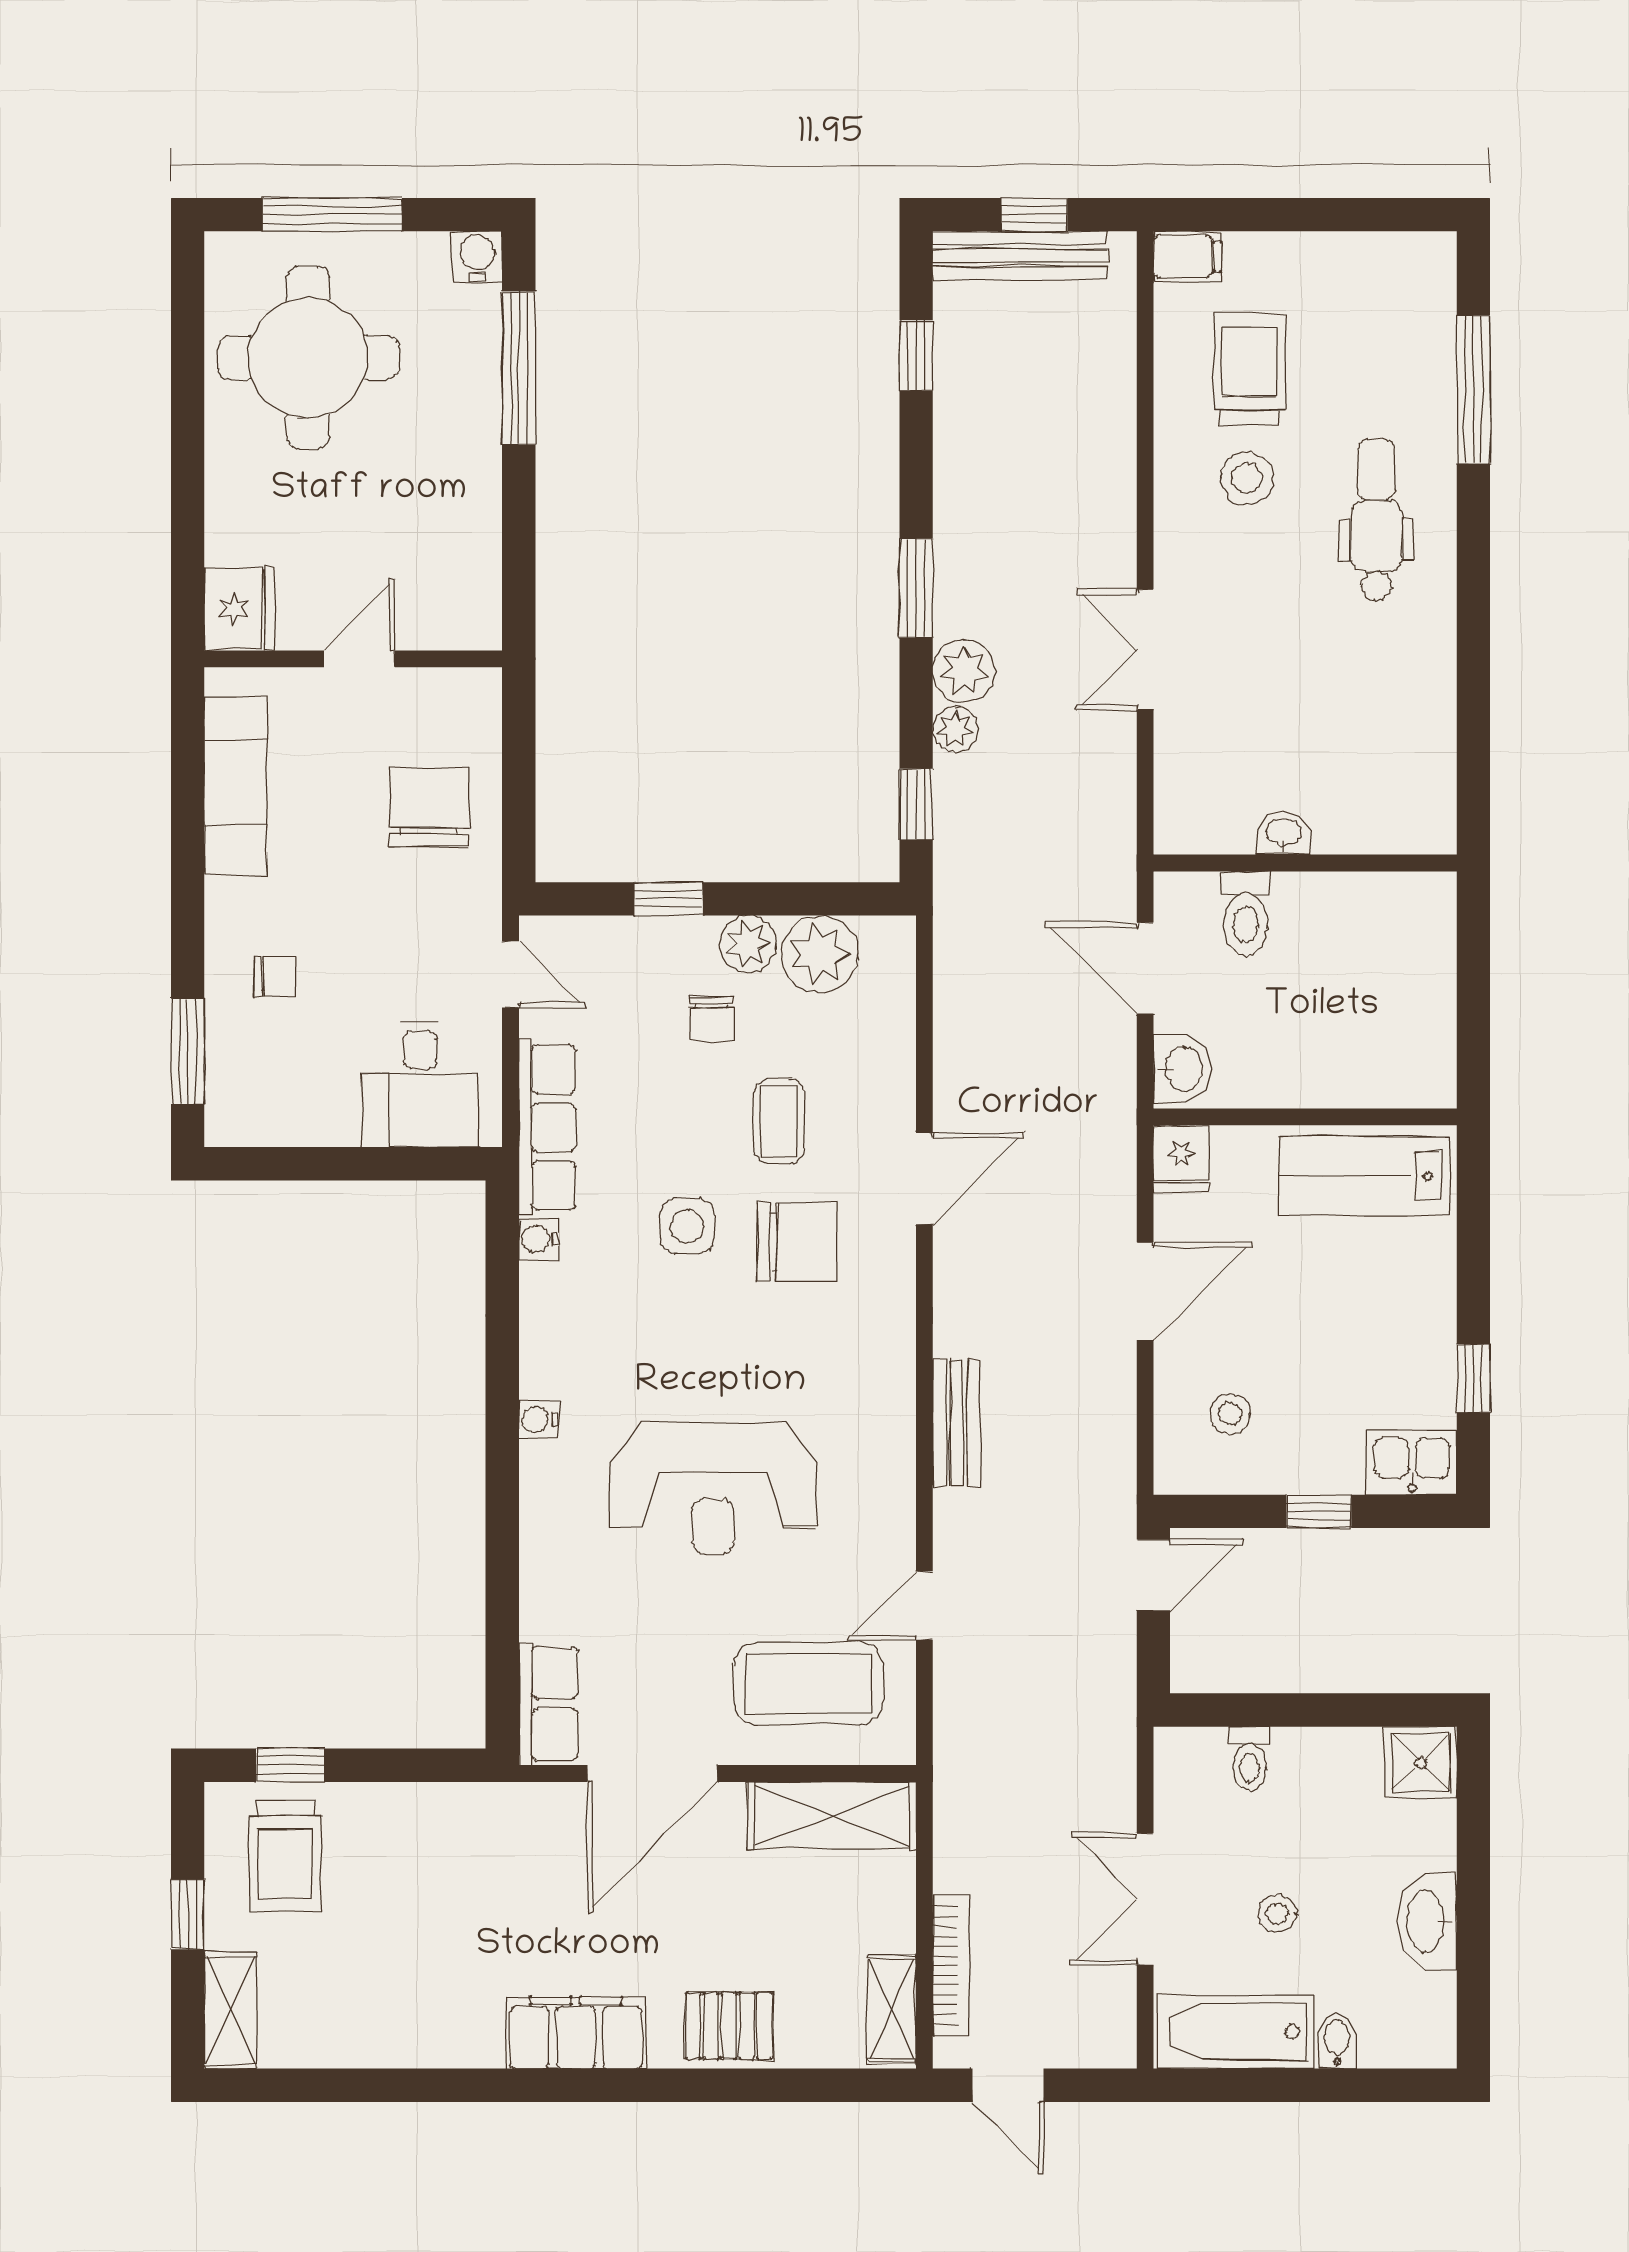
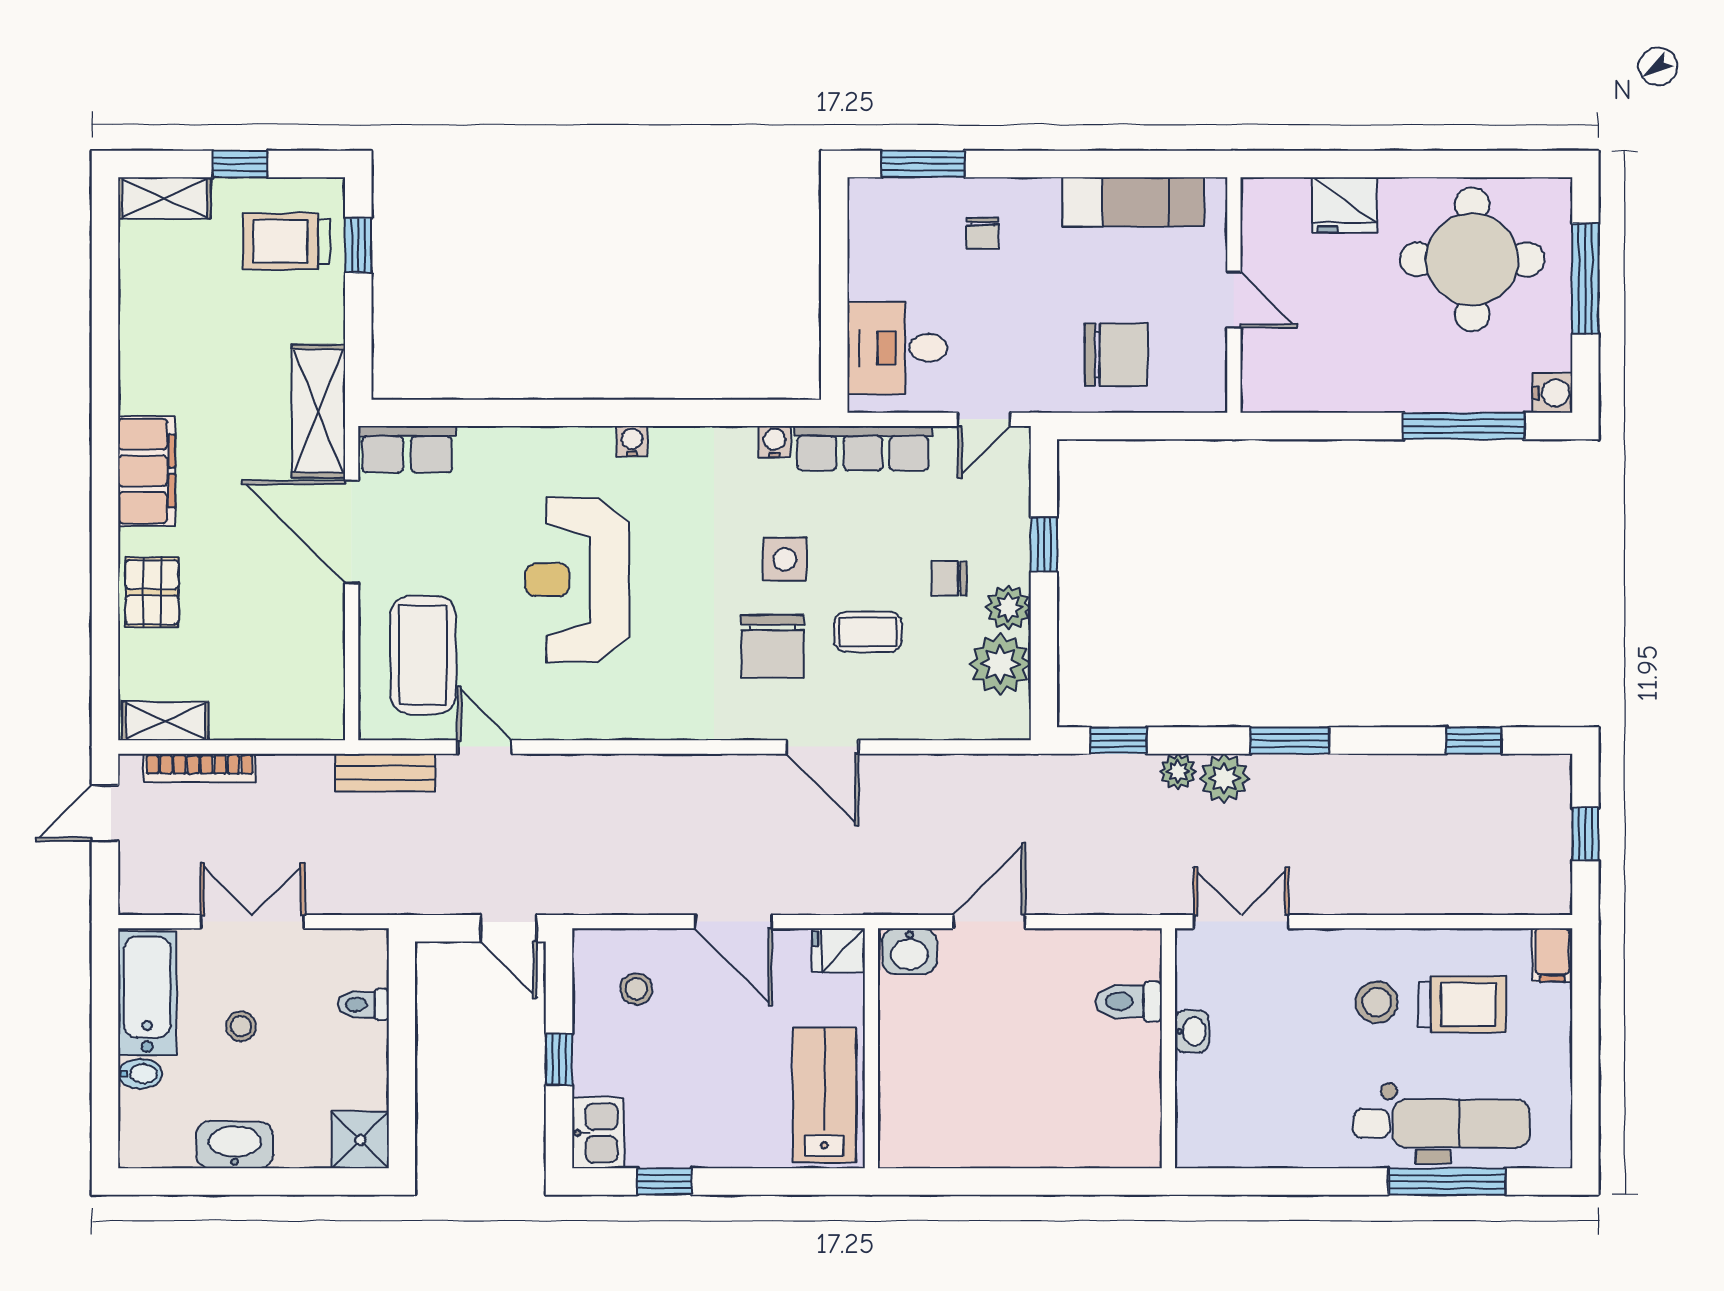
bench: (1020, 256) -> (1553, 823), removed
dental chair: (1376, 520) -> (1442, 1124), moved, width x1.36, depth x1.38
fridge: (239, 609) -> (1345, 205), moved
washbasin: (1284, 833) -> (1192, 1031), moved
wall: (1305, 863) -> (1168, 1048), moved
toilet: (1246, 913) -> (1129, 1001), moved
bench: (957, 1422) -> (385, 773), moved
shelving: (832, 1815) -> (318, 411), moved

